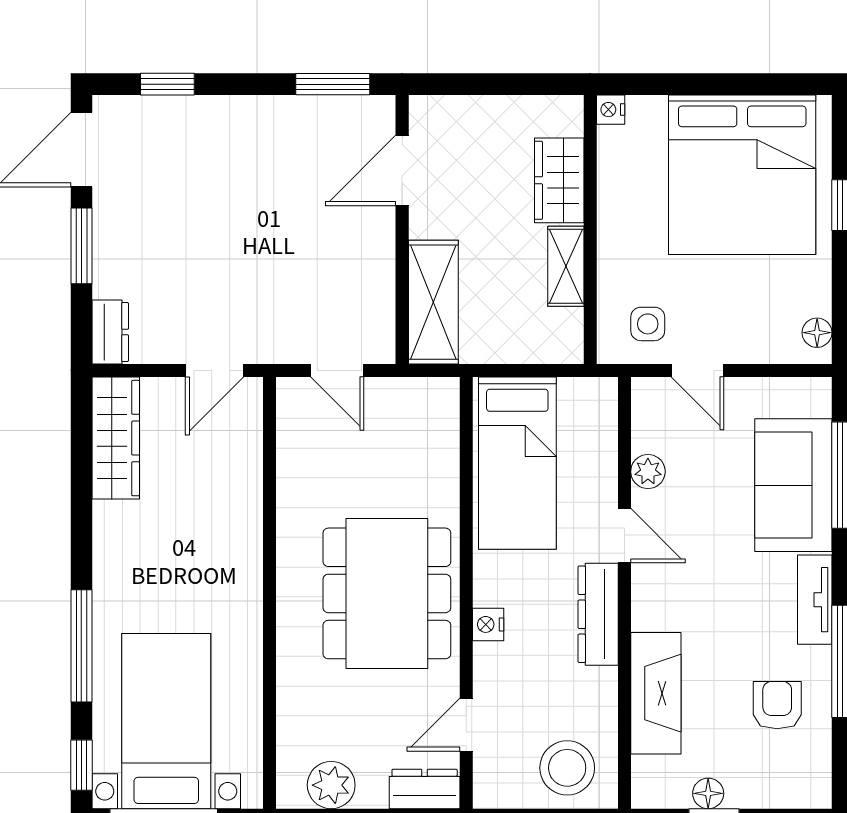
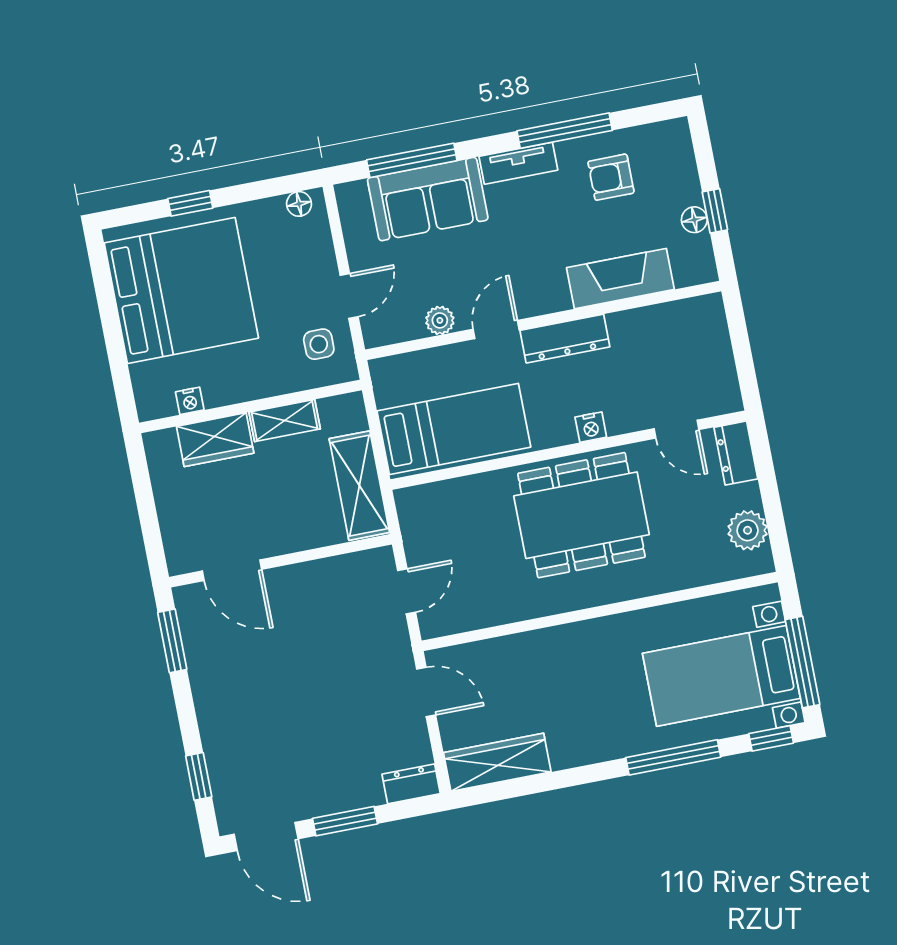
nightstand: (611, 110) -> (190, 401), moved
shelving: (433, 302) -> (359, 486), moved, turned 90
stool: (567, 768) -> (696, 339), removed

